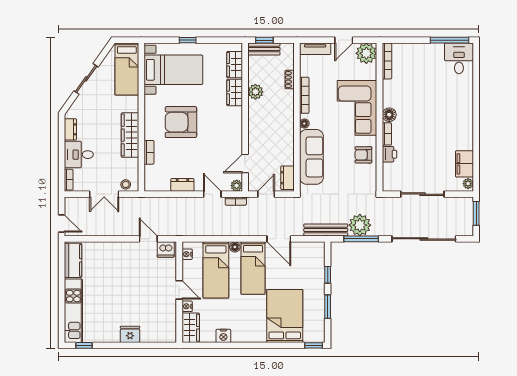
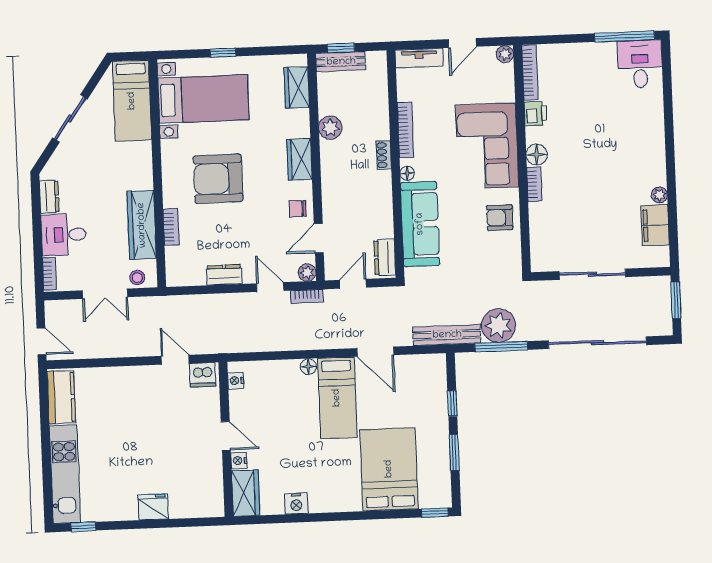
plant: (366, 53) -> (505, 54), width x0.53, depth x0.53
shoe rack: (290, 80) -> (384, 155), moved
wardrobe: (235, 92) -> (300, 159), moved
wardrobe: (130, 135) -> (142, 225), moved
chair: (232, 144) -> (298, 209), added
printer: (389, 154) -> (535, 114), moved
plant: (468, 184) -> (659, 195), moved
bed: (216, 270) -> (281, 403), removed

